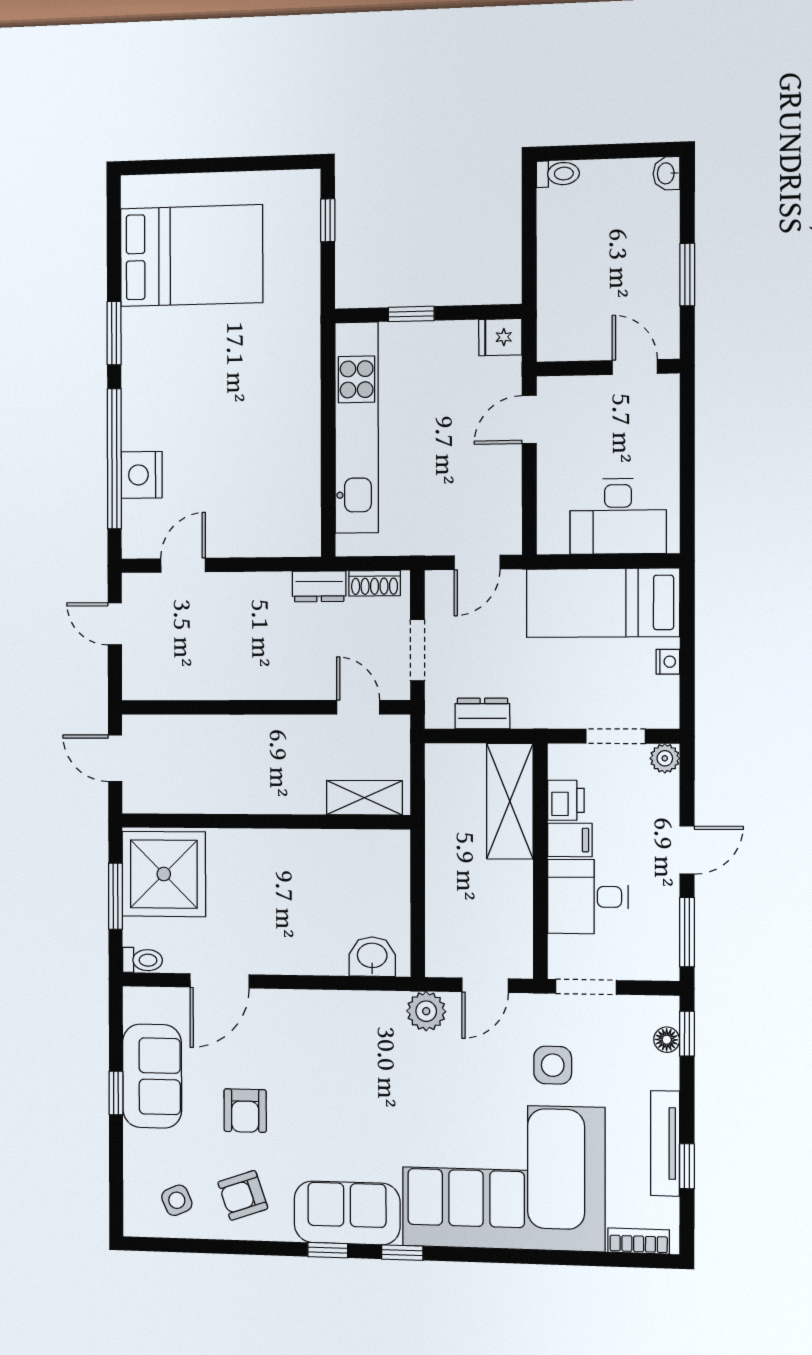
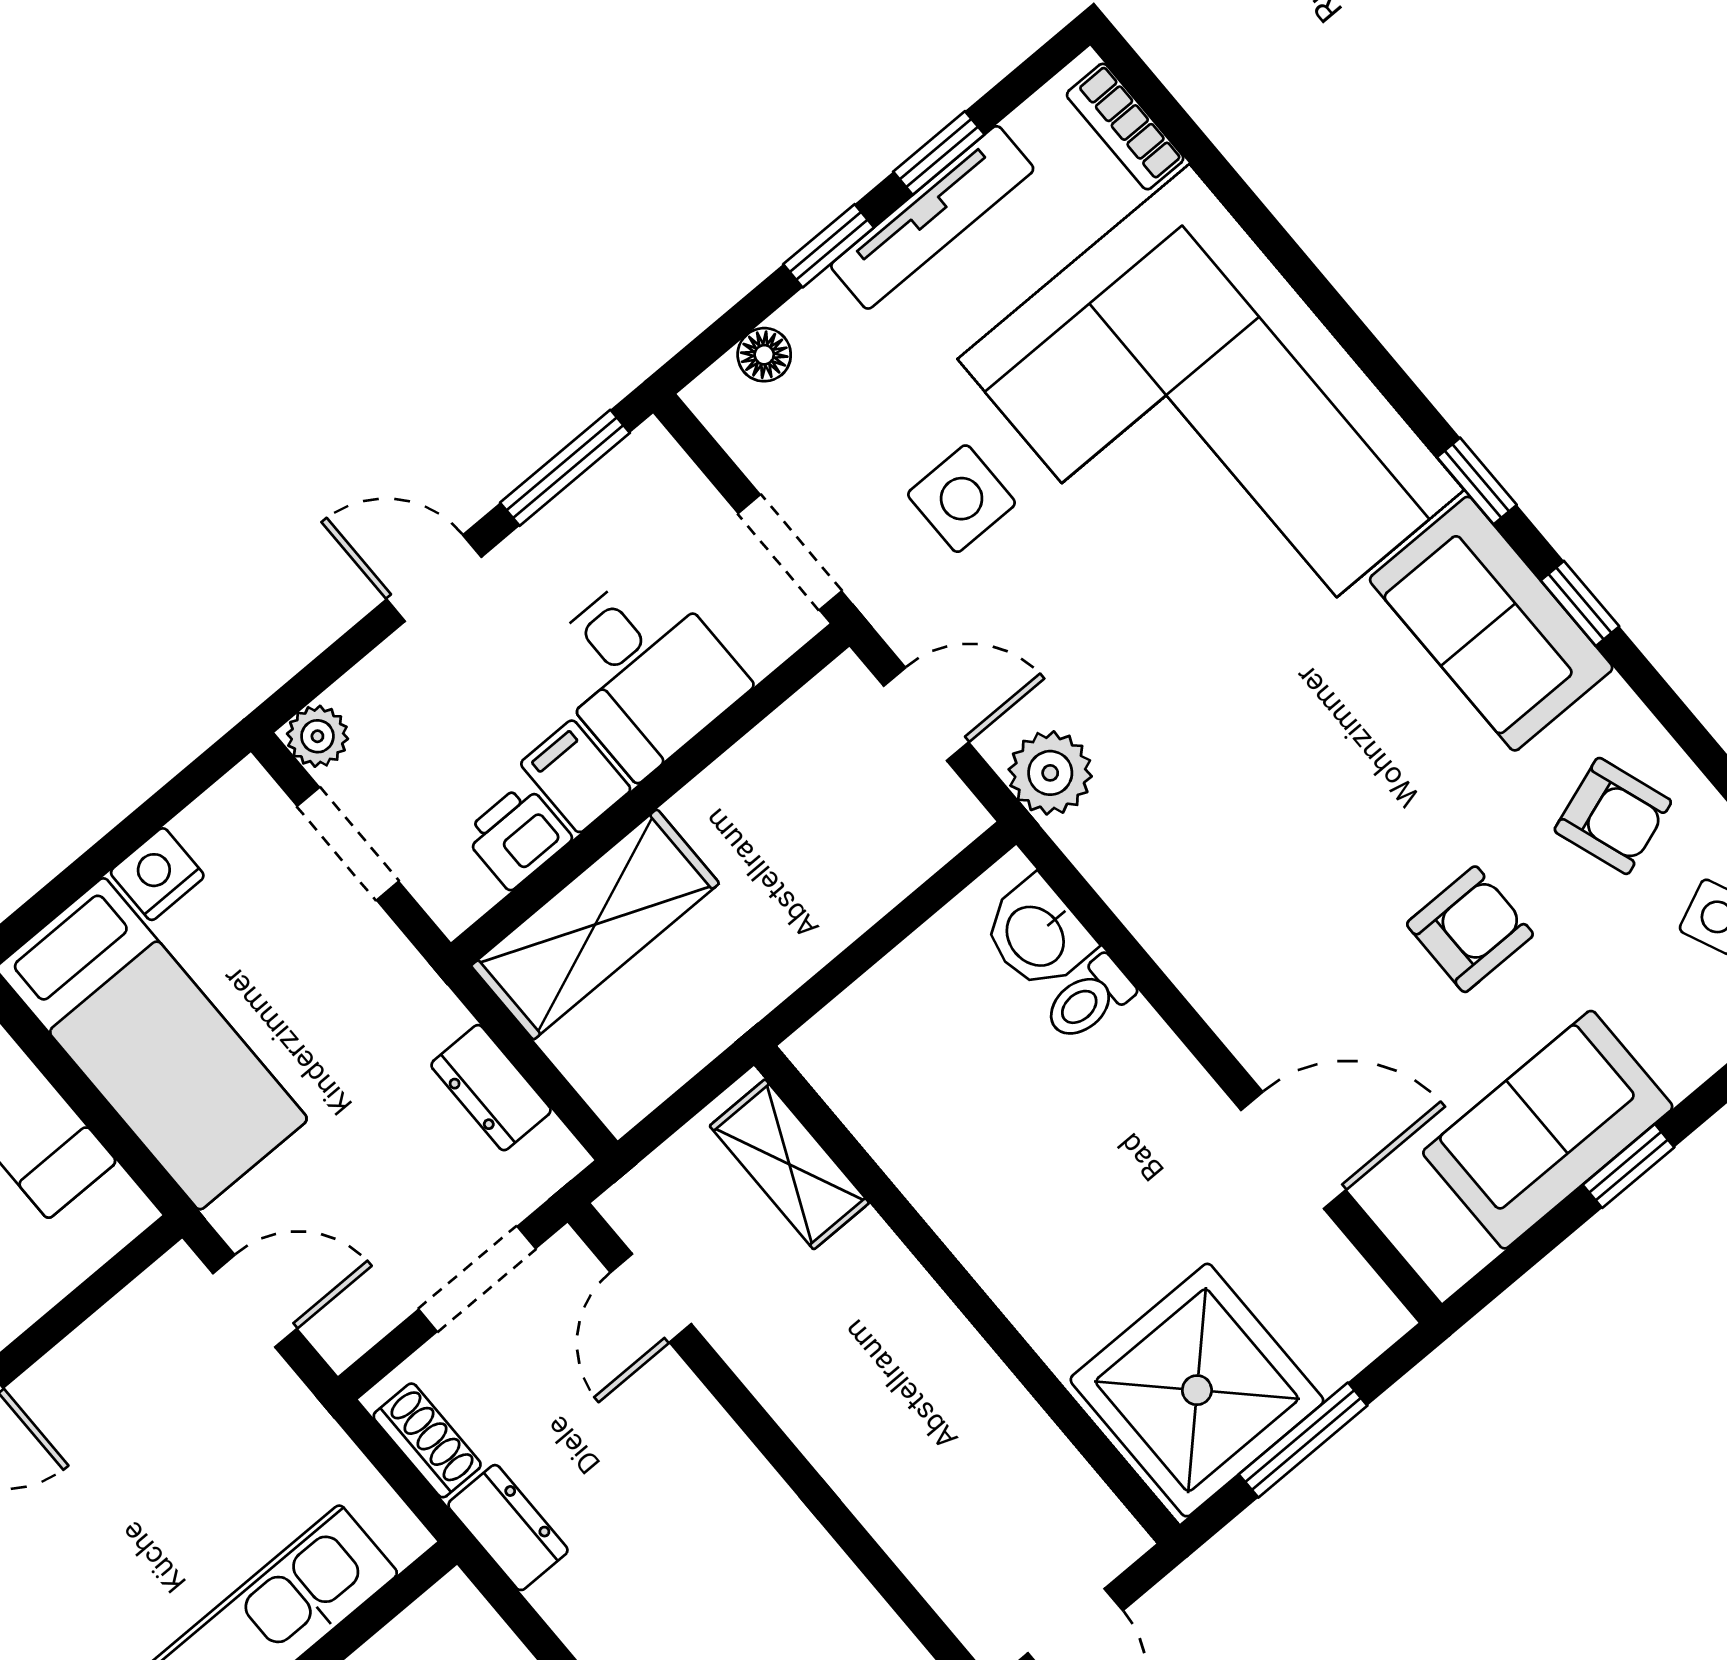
nightstand: (668, 662) -> (157, 874), width x1.39, depth x1.35
toilet: (142, 960) -> (1089, 999), moved, turned -90
window: (687, 1034) -> (829, 246), moved

